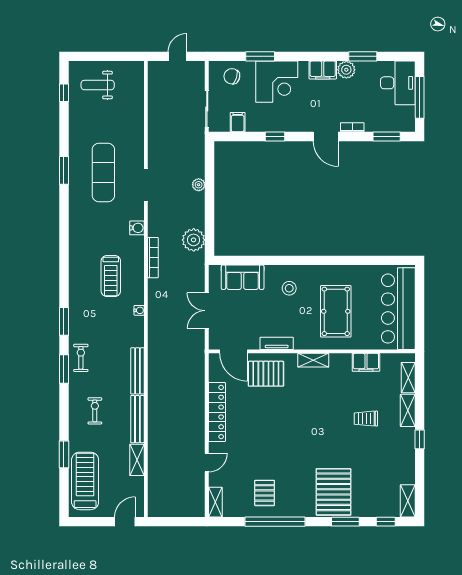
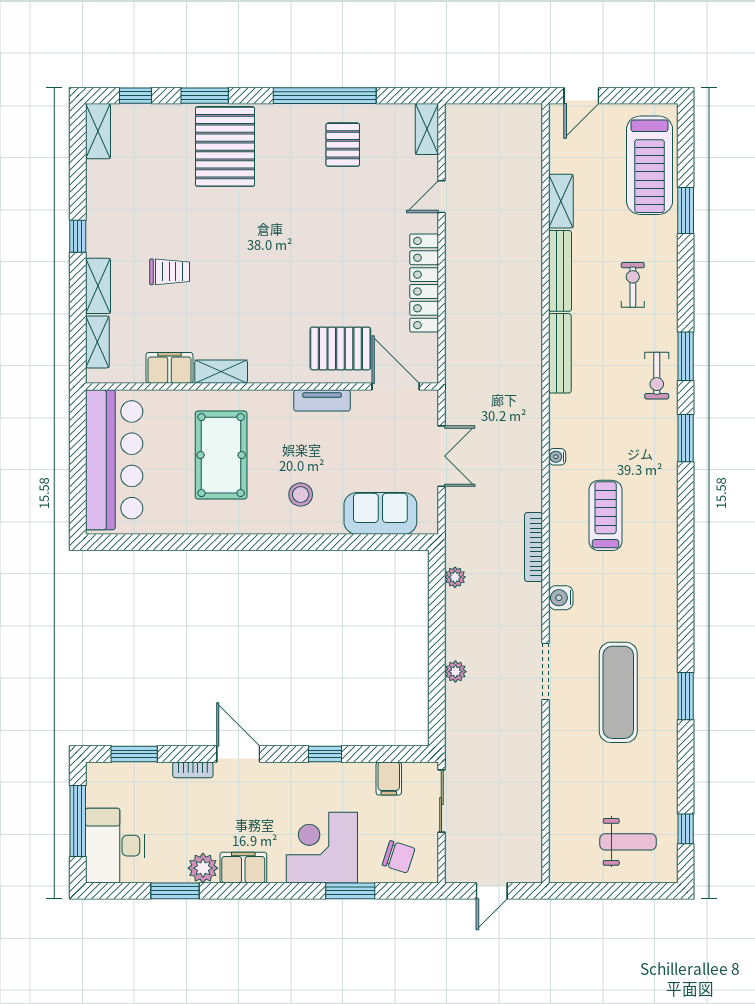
plant: (194, 240) -> (455, 577), width x0.53, depth x0.53
shelving: (313, 360) -> (221, 372), moved
exercise bike: (95, 411) -> (633, 285), turned 180

